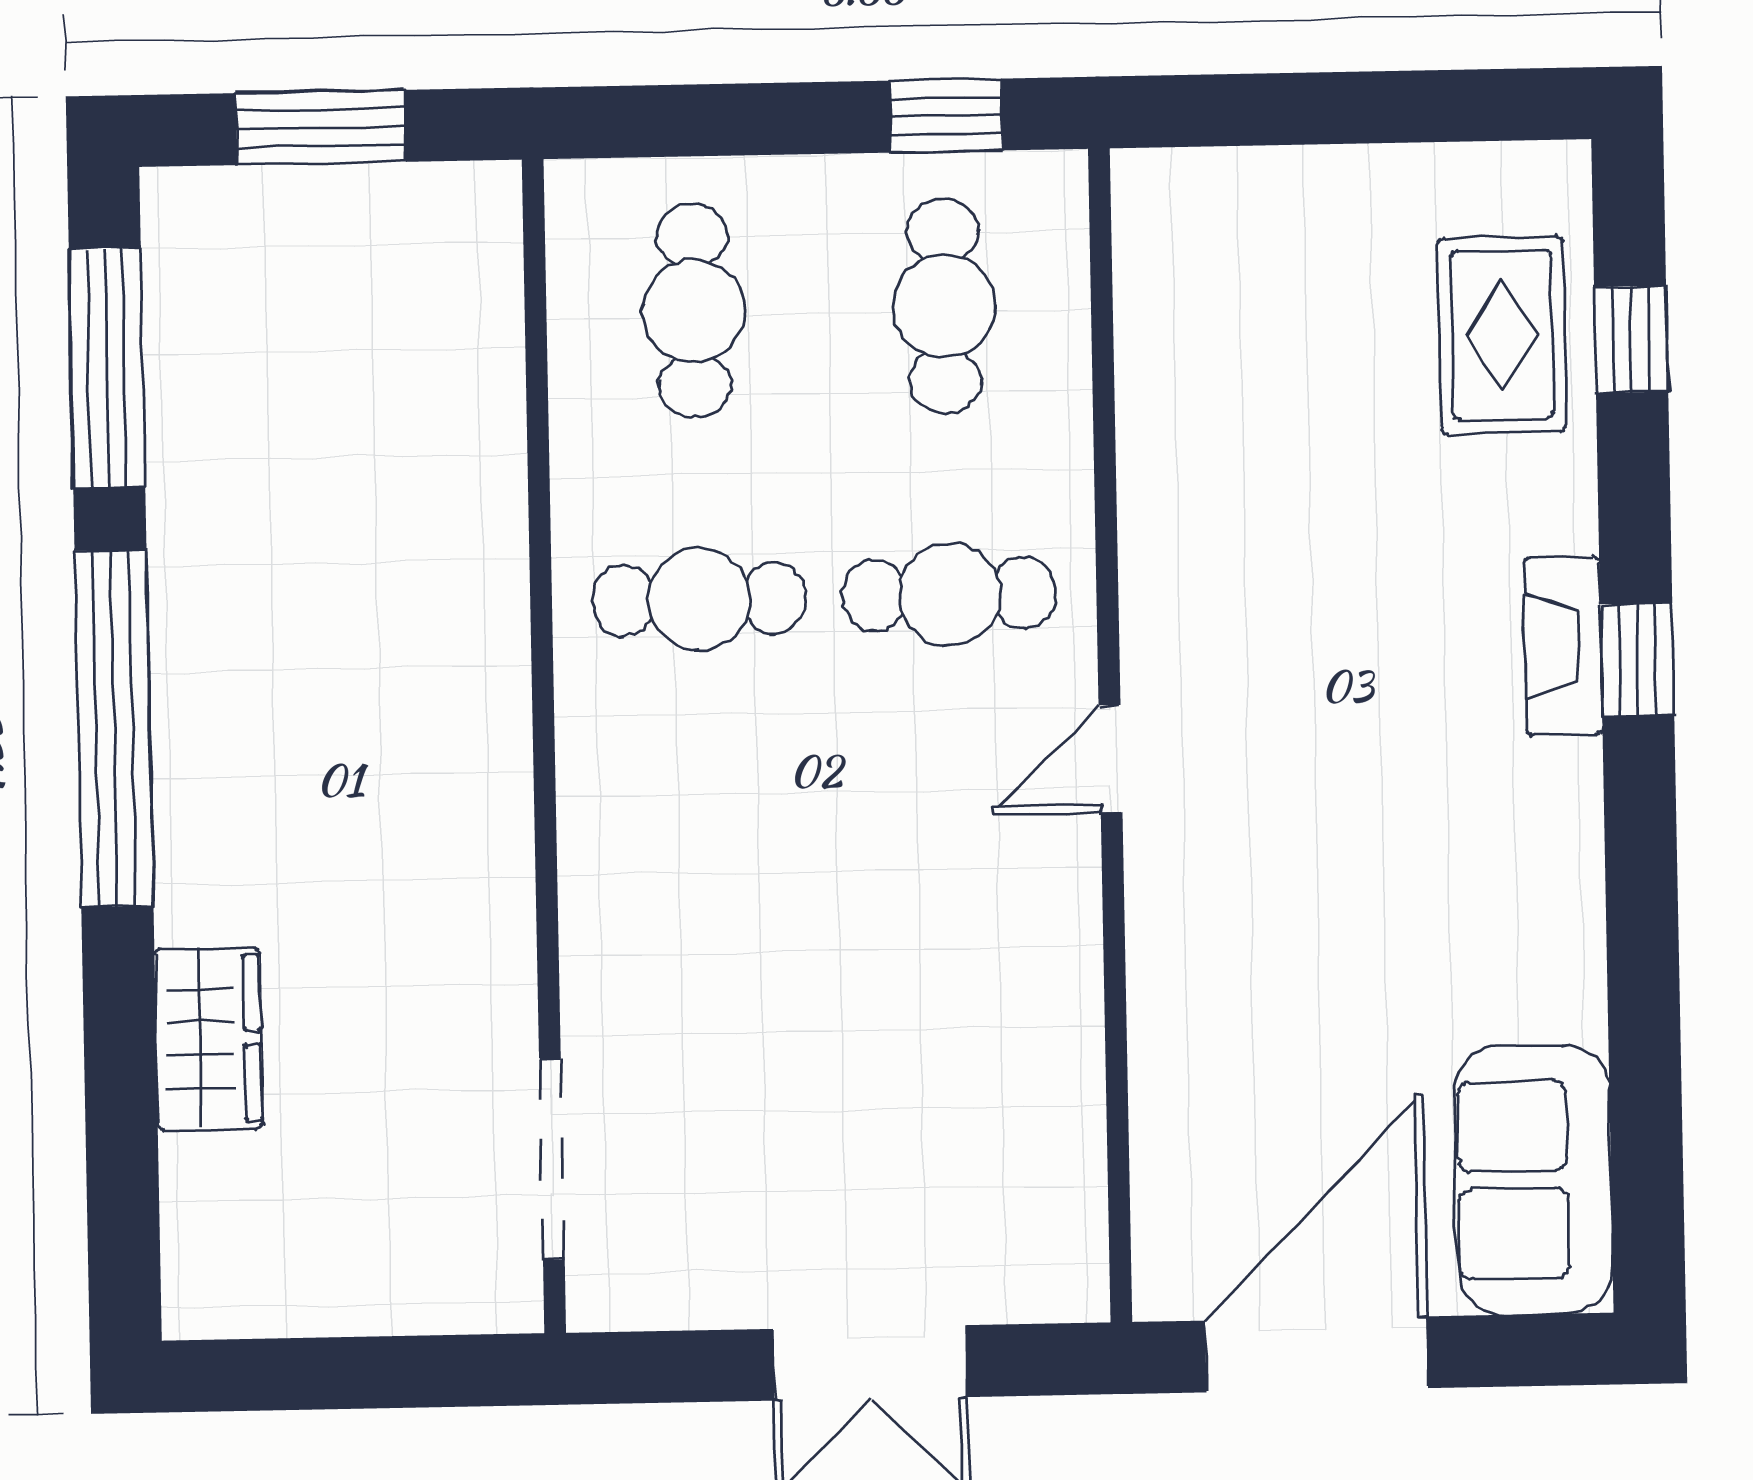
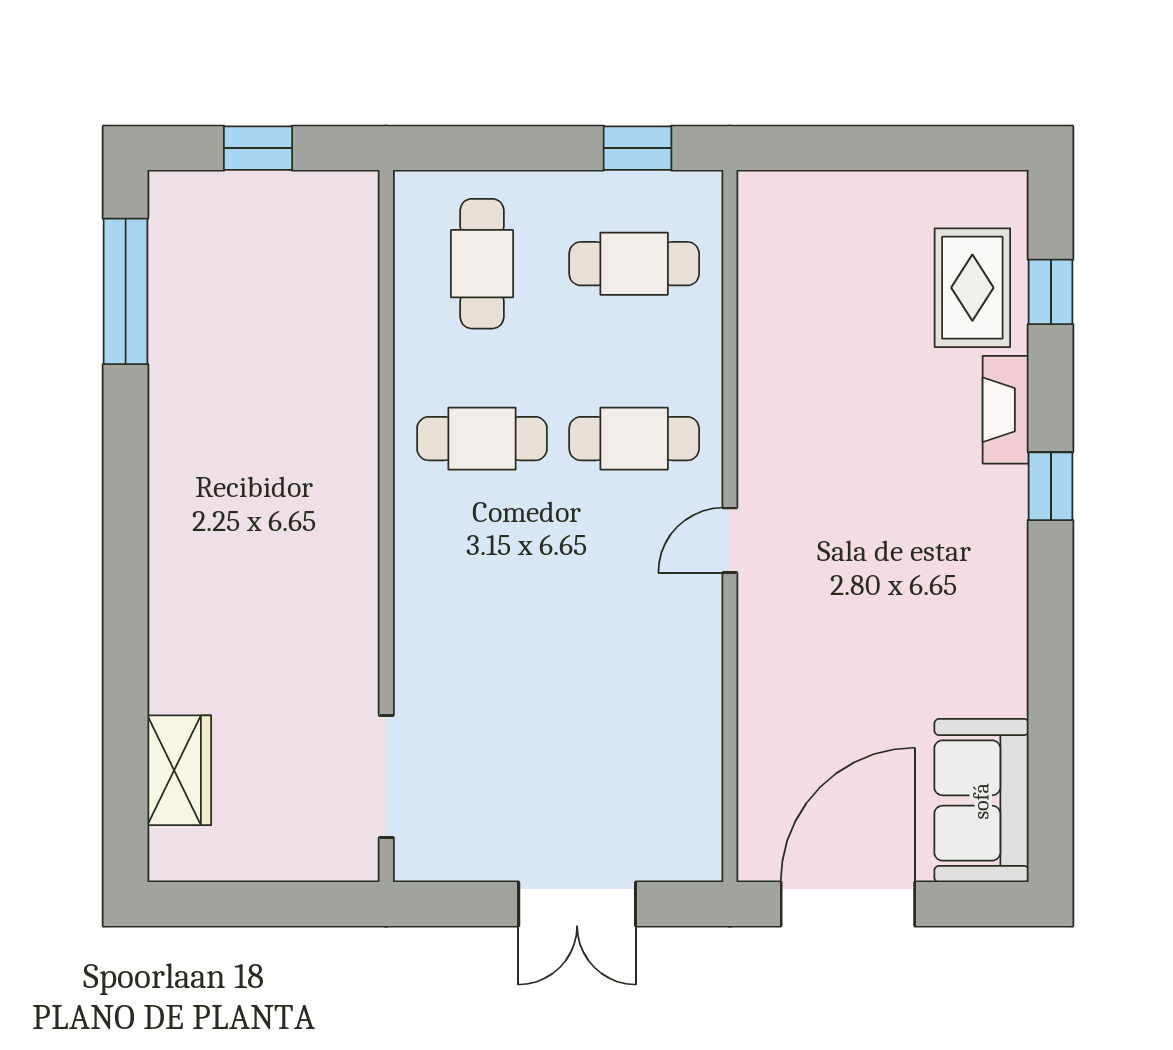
window: (321, 128) -> (258, 148), width x0.67
cafe table: (944, 306) -> (634, 264), turned 90
fireplace: (1563, 646) -> (1006, 410), moved
window: (114, 728) -> (126, 510), removed
wardrobe: (208, 1038) -> (179, 770), moved

